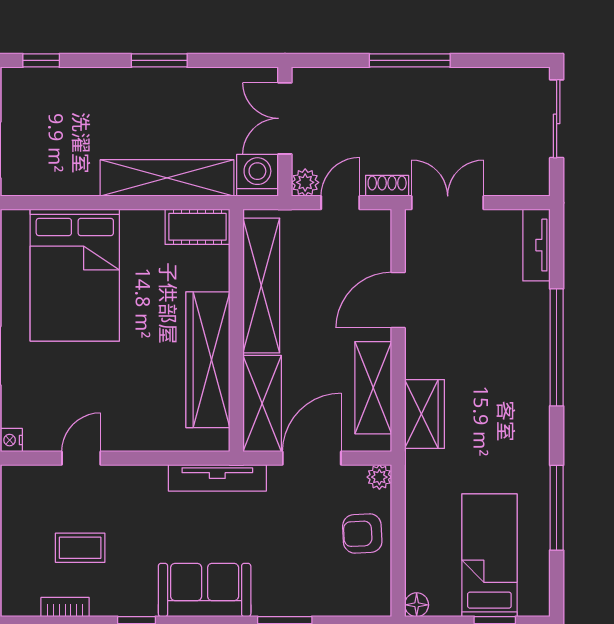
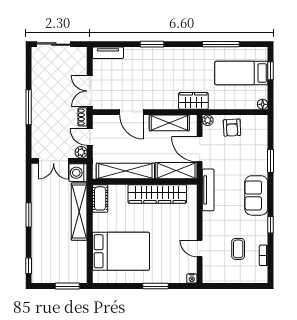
window: (557, 347) -> (152, 44), width x0.47
wardrobe: (425, 414) -> (193, 101), moved

